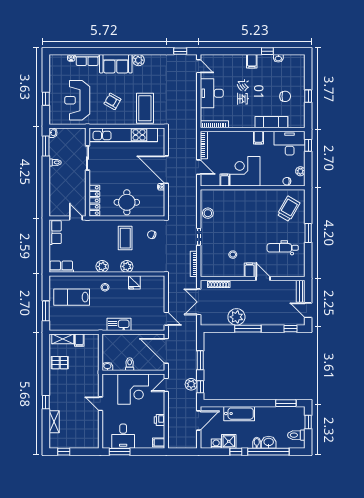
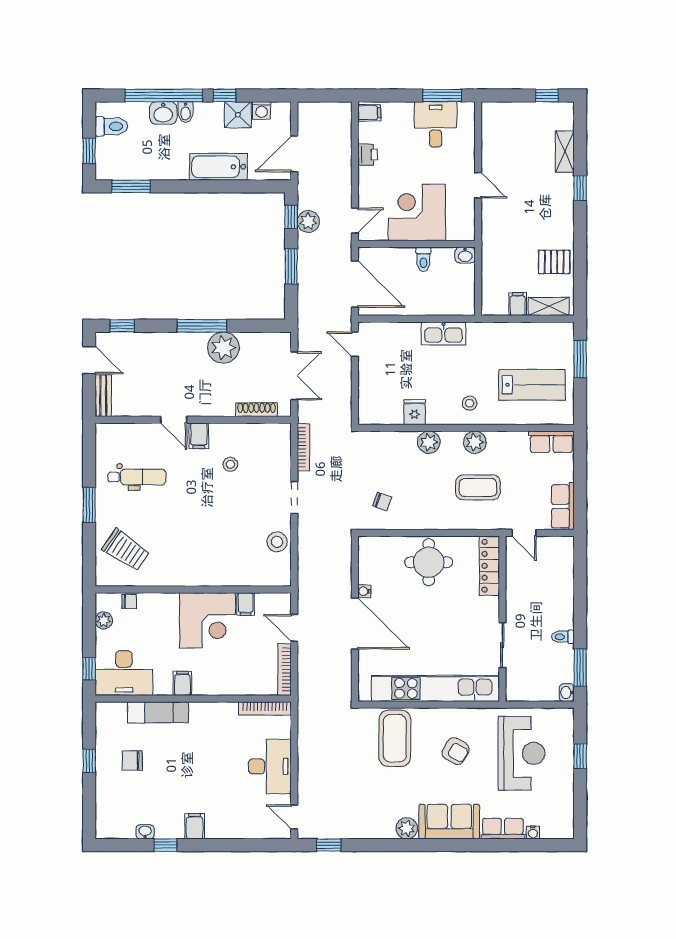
trolley: (289, 209) -> (126, 550), turned -86
coffee table: (125, 238) -> (478, 487), moved, turned 90

